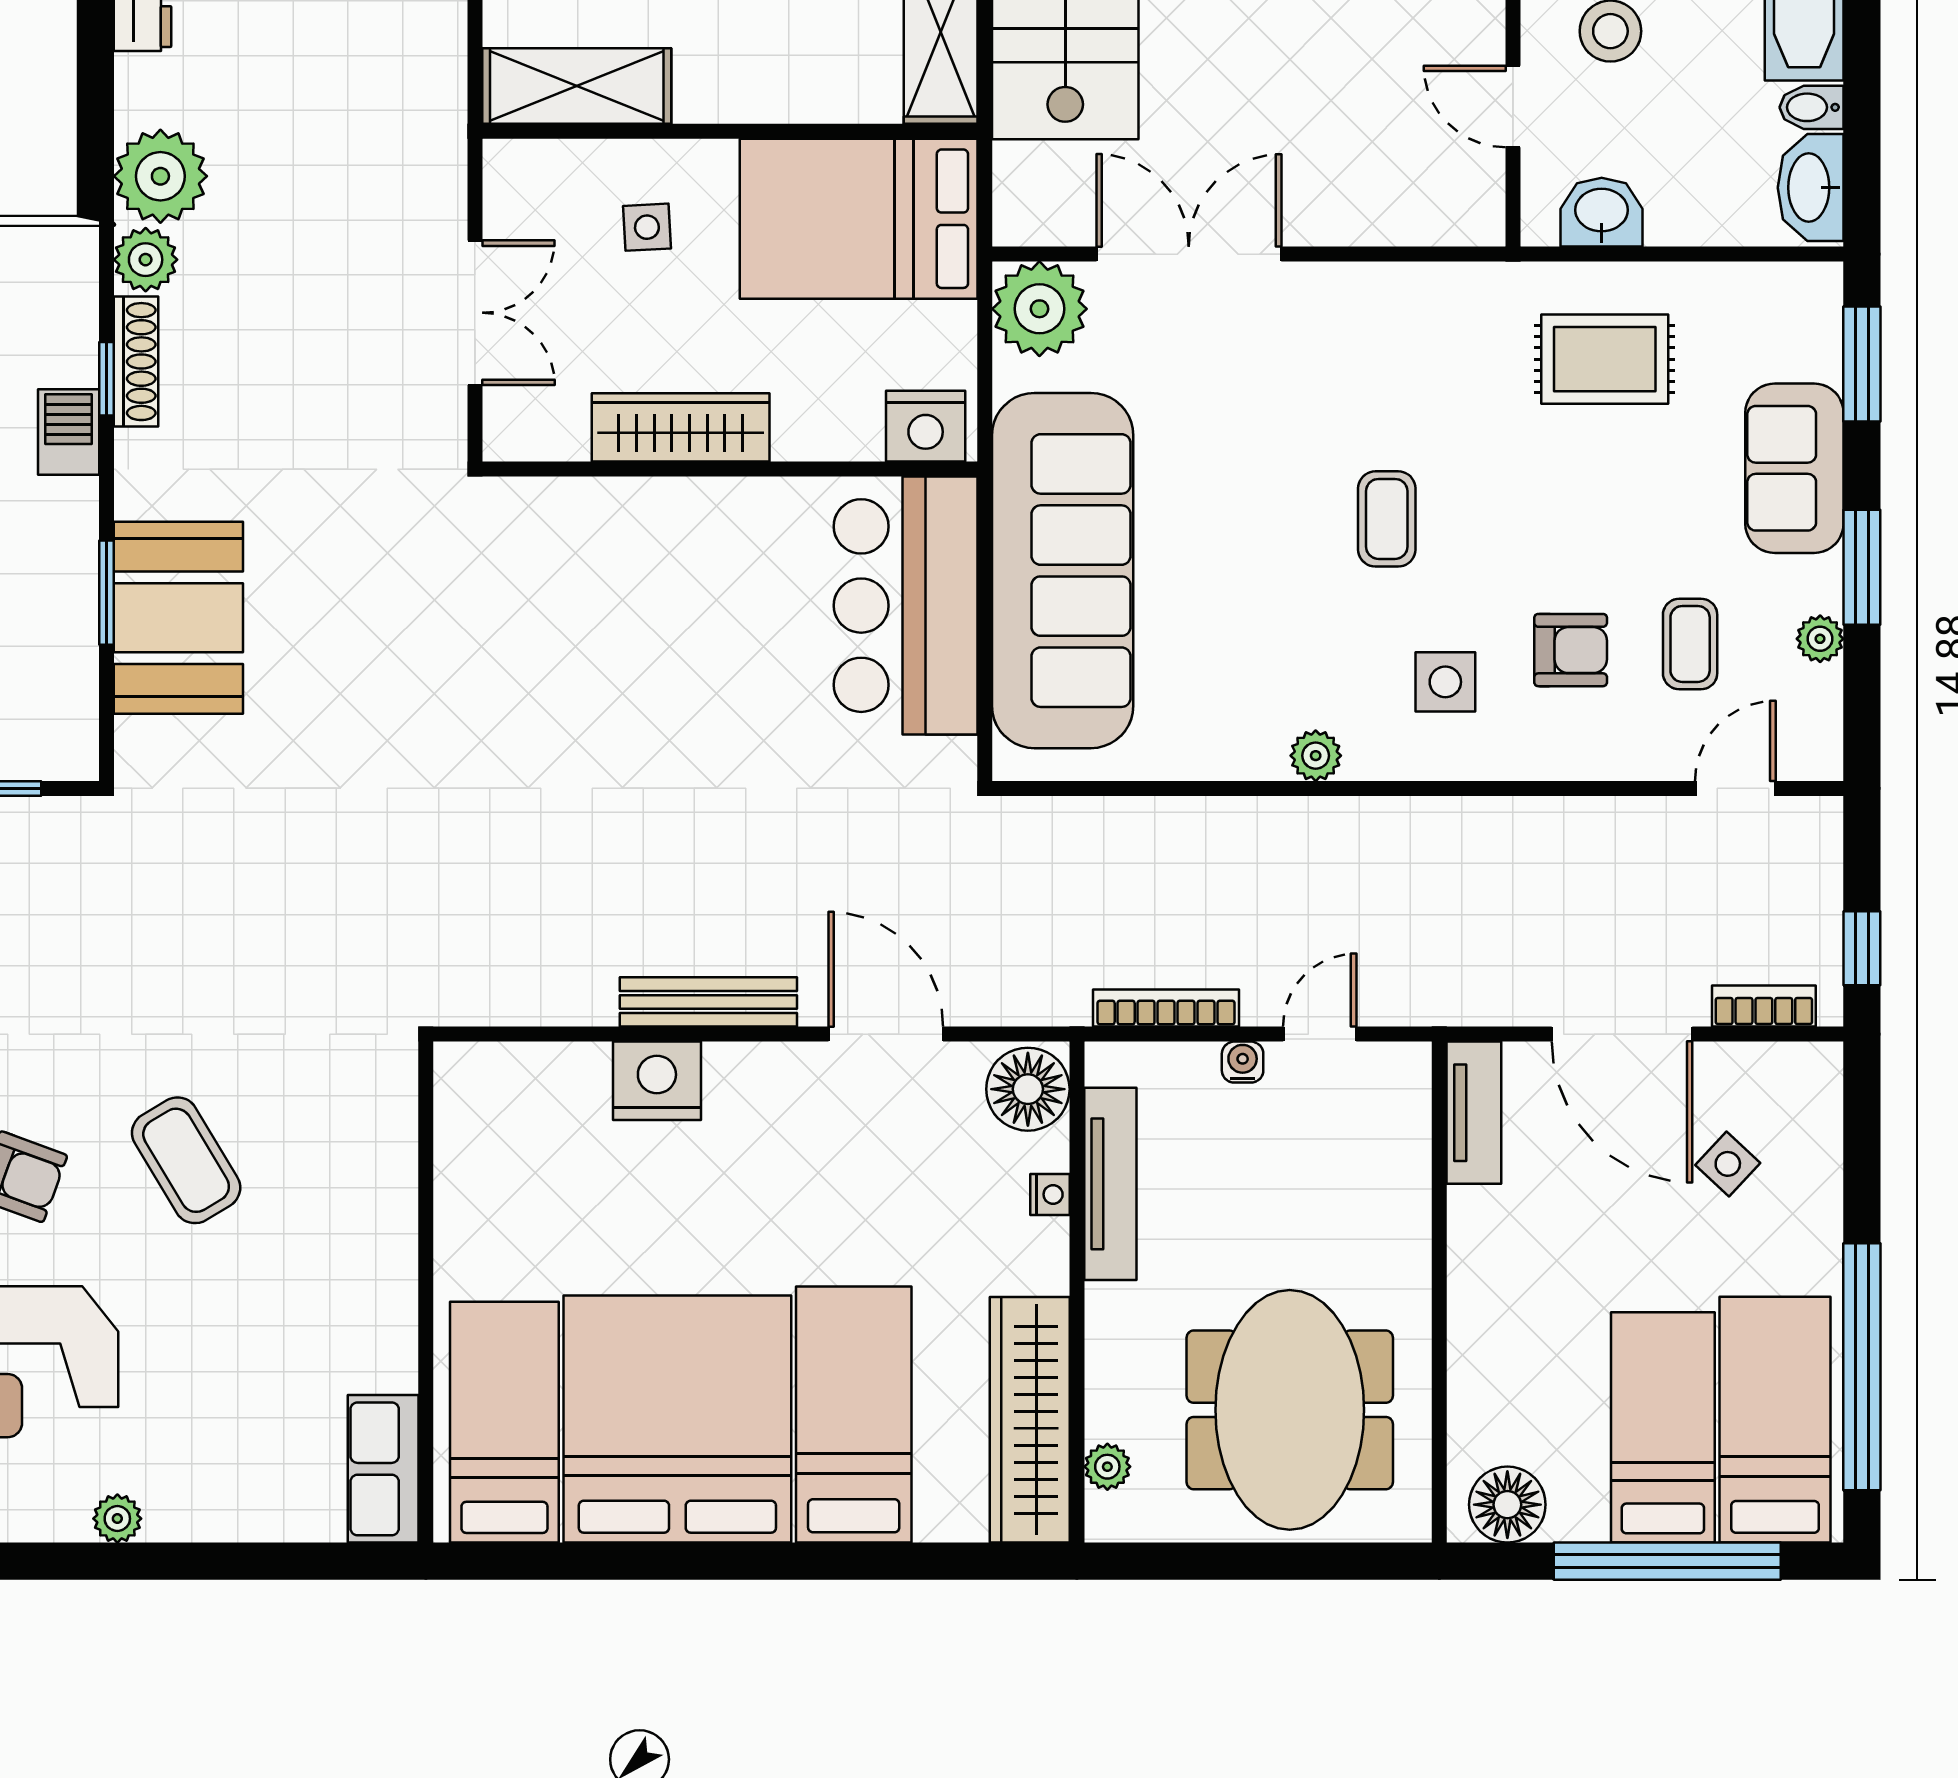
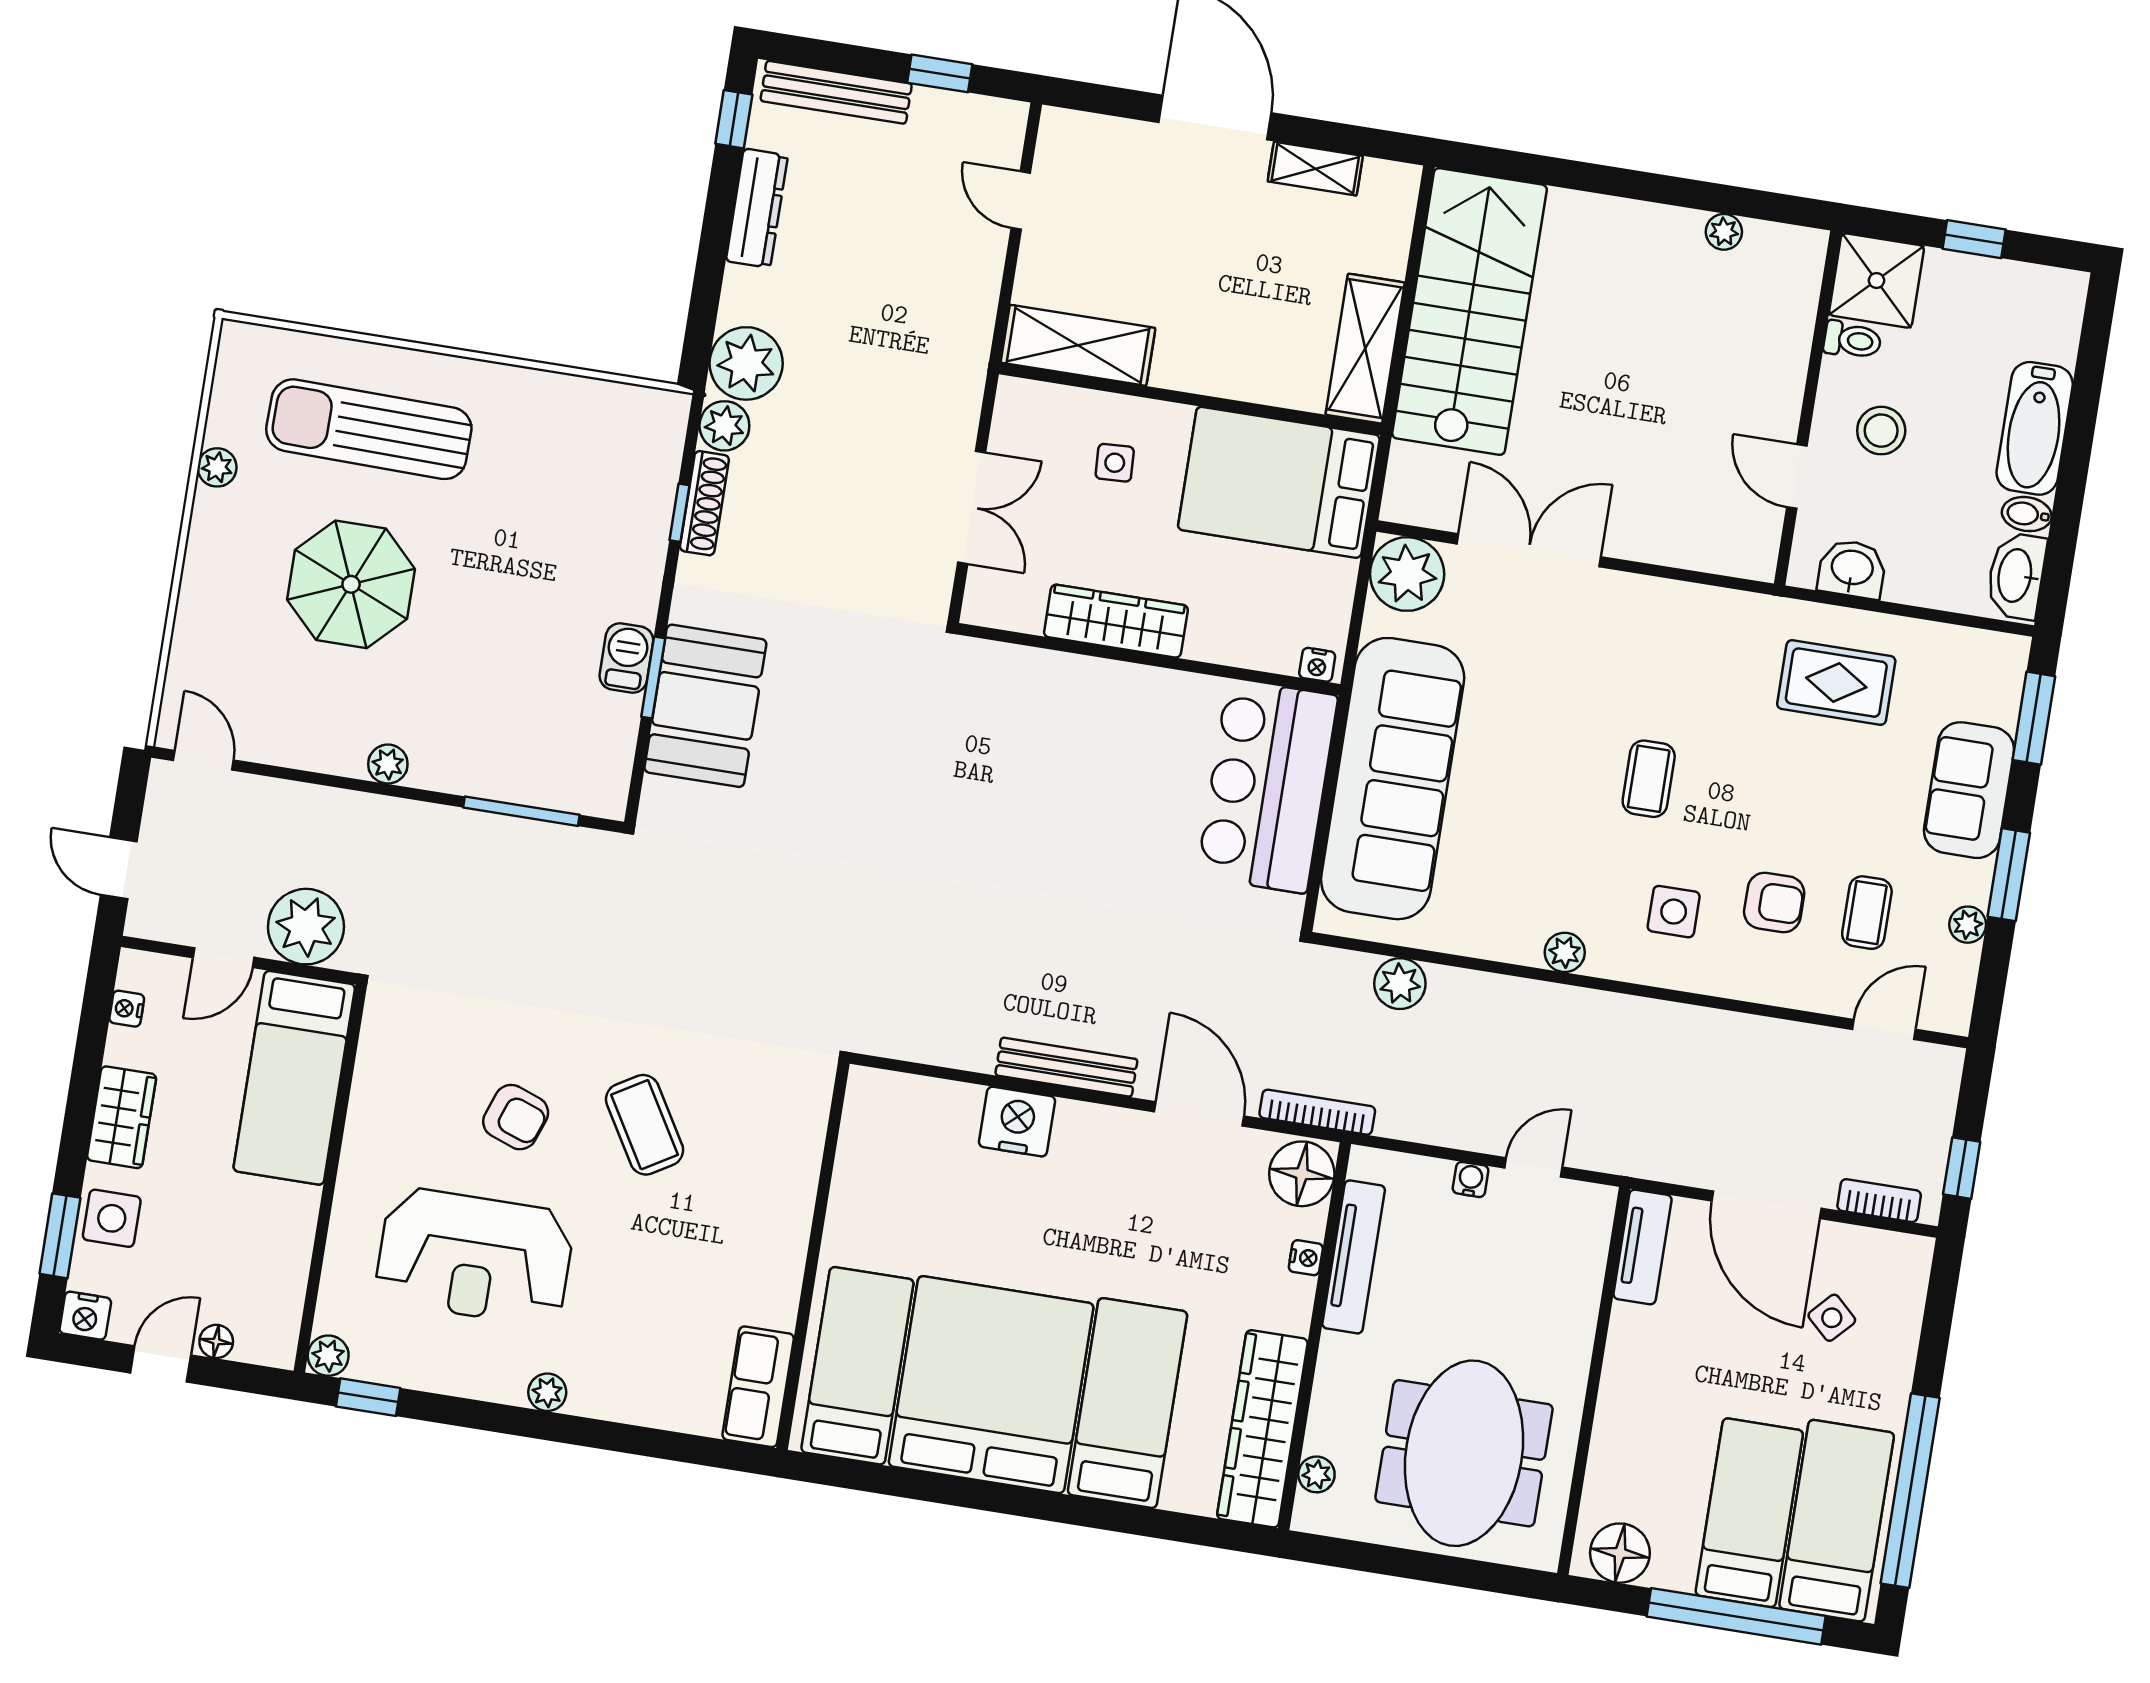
nightstand: (926, 426) -> (1317, 665), width x0.53, depth x0.56
barbecue: (69, 432) -> (626, 658), moved
plant: (1113, 829) -> (1400, 984), added
bookcase: (1166, 1008) -> (1317, 1112), moved

